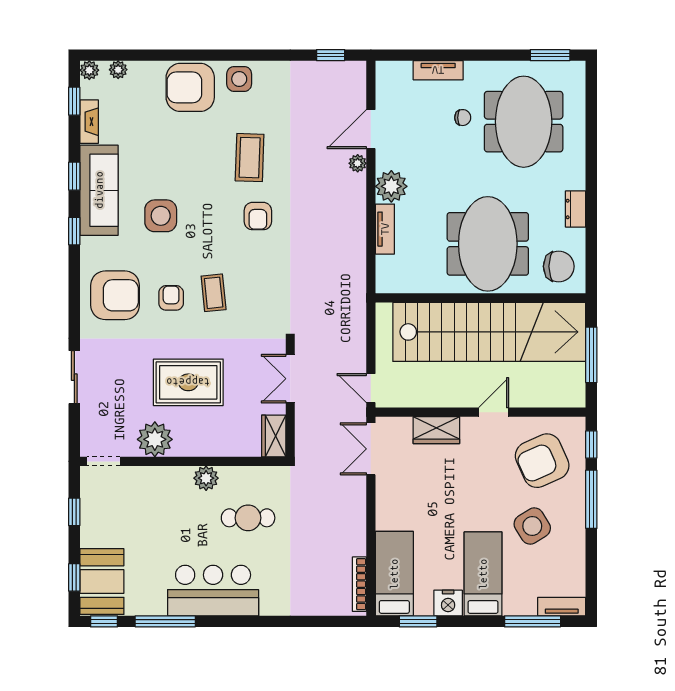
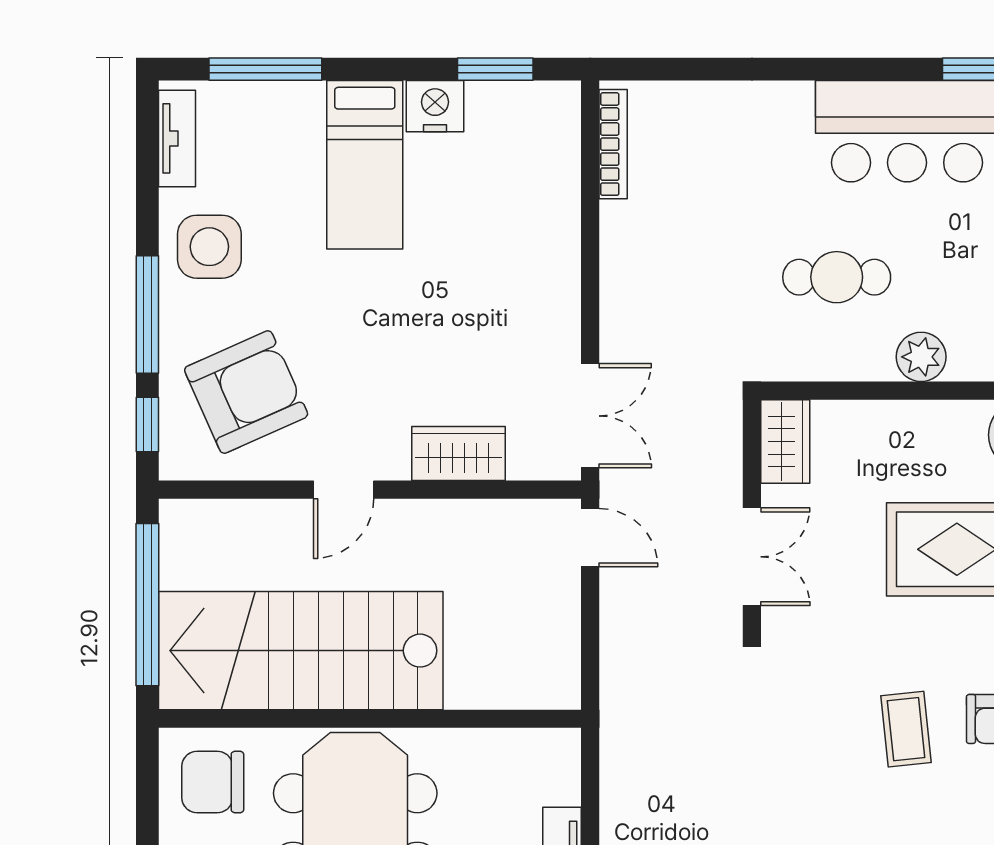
stairs: (489, 332) -> (301, 651), width x0.73
window: (591, 355) -> (147, 605), width x1.46
side table: (532, 526) -> (209, 247), moved, turned 32
bed: (394, 574) -> (543, 165), removed
tv unit: (562, 607) -> (177, 138), moved, turned -90

